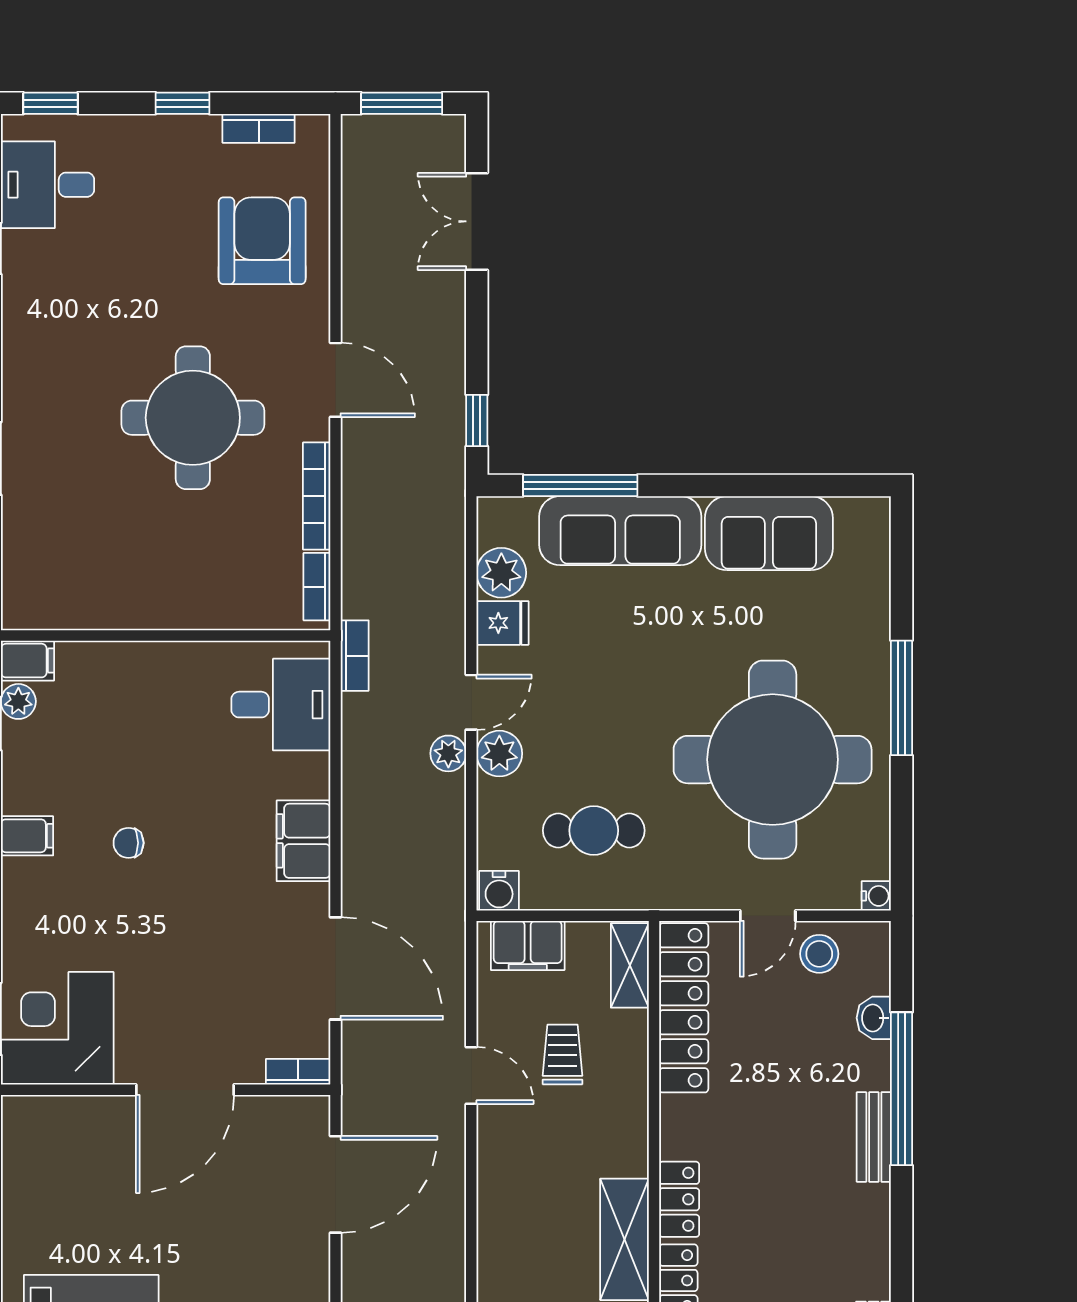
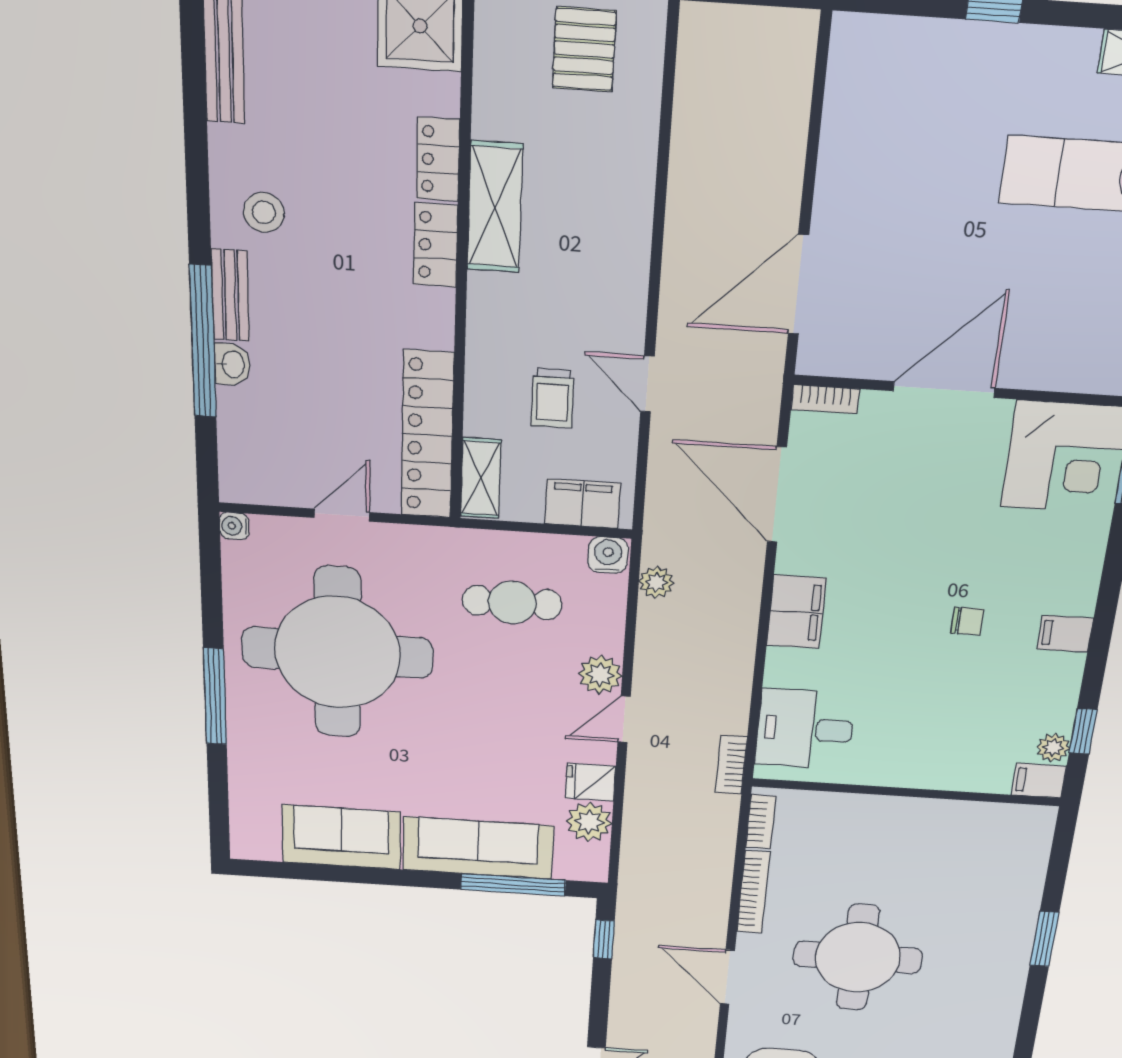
plant: (448, 753) -> (656, 582), moved
stool: (819, 954) -> (264, 212), moved
washbasin: (874, 1018) -> (232, 364), moved

